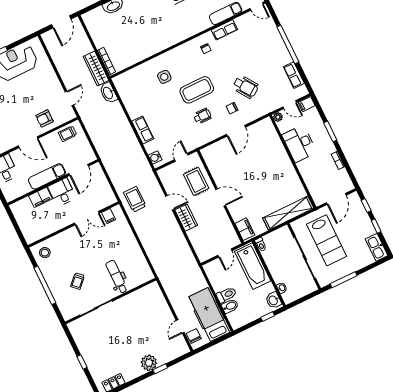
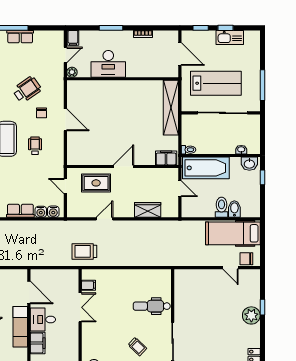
row of seats: (294, 75) -> (20, 37), moved
water cooler: (150, 147) -> (41, 212), added
wardrobe: (186, 218) -> (148, 210), moved
kitchen sink: (377, 247) -> (230, 37), moved

